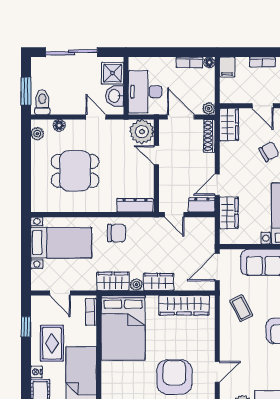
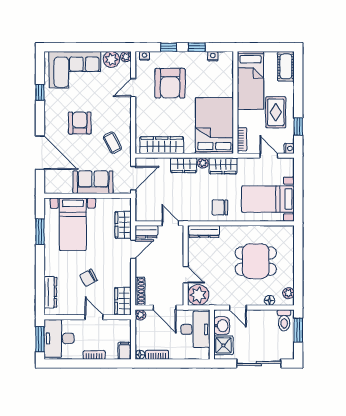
nightstand: (36, 372) -> (289, 148), moved

